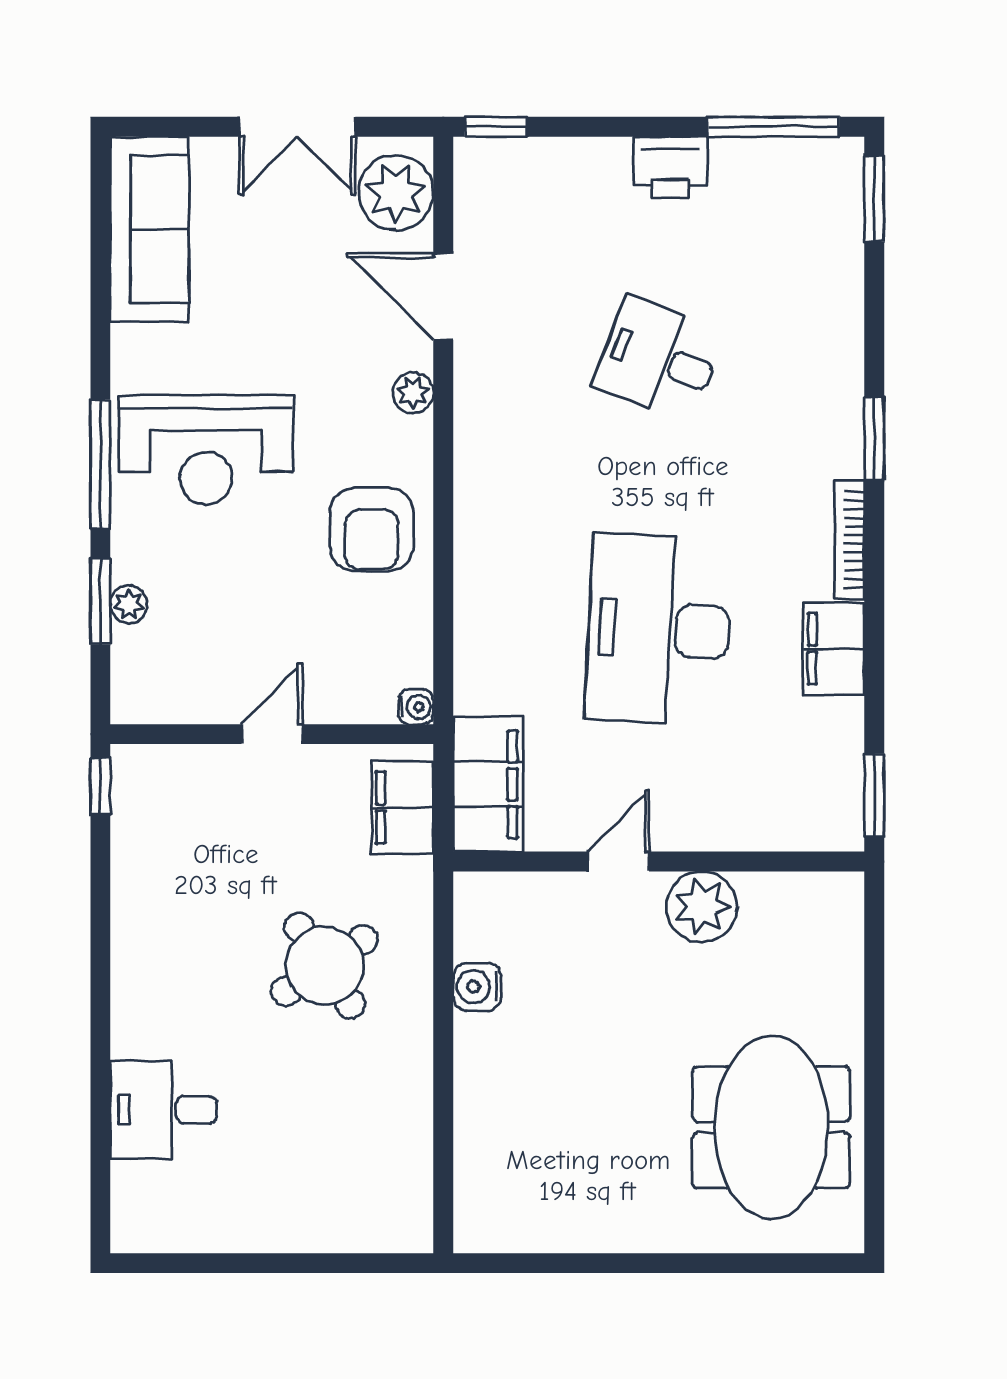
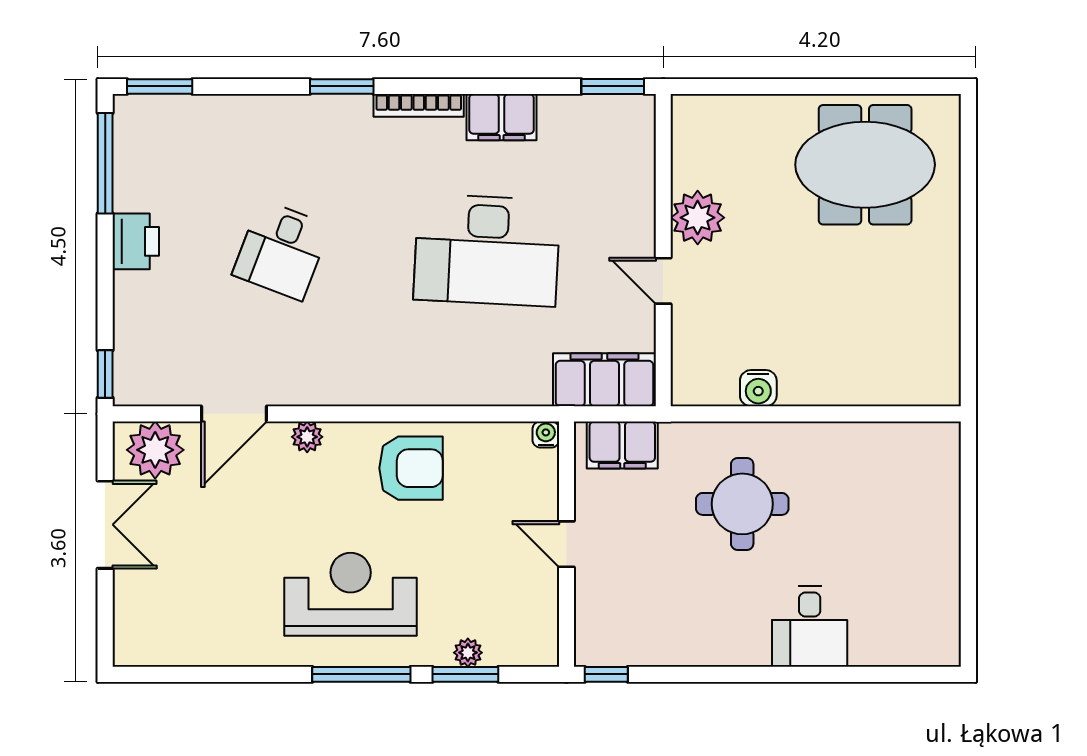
sofa: (150, 229) -> (183, 637), removed
reception desk: (206, 450) -> (351, 594), turned -90
round table: (325, 966) -> (742, 504), turned 34
desk: (163, 1110) -> (810, 626), moved

